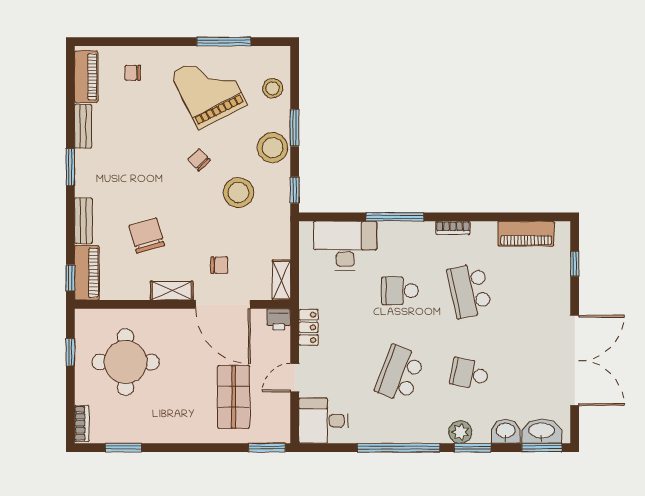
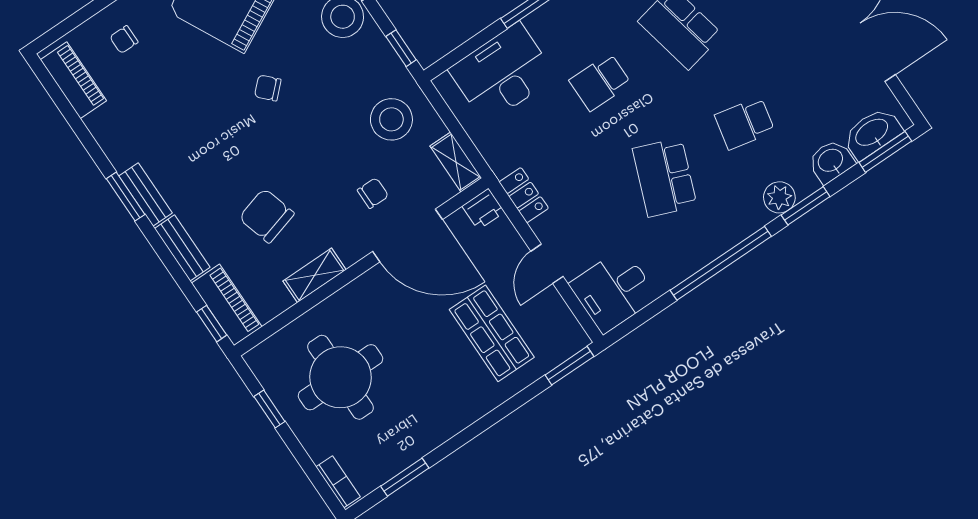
bench: (83, 126) -> (146, 195), moved
stool: (238, 192) -> (391, 119), moved
shelving: (172, 291) -> (315, 275), moved

